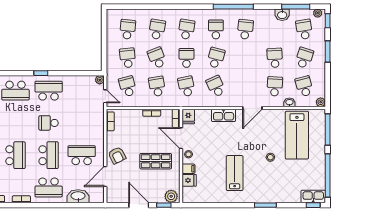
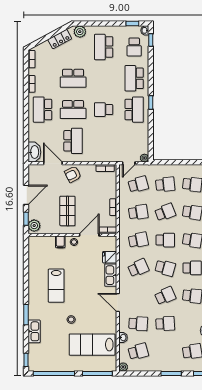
school desk: (304, 58) -> (165, 296), moved, turned -42
fridge: (188, 116) -> (110, 257), moved
school desk: (49, 123) -> (104, 110), turned -90
lab bench: (235, 173) -> (56, 286), turned 90
fridge: (189, 180) -> (49, 243), removed
washbasin: (78, 196) -> (34, 152), moved
kitchen sink: (313, 196) -> (34, 331), moved

